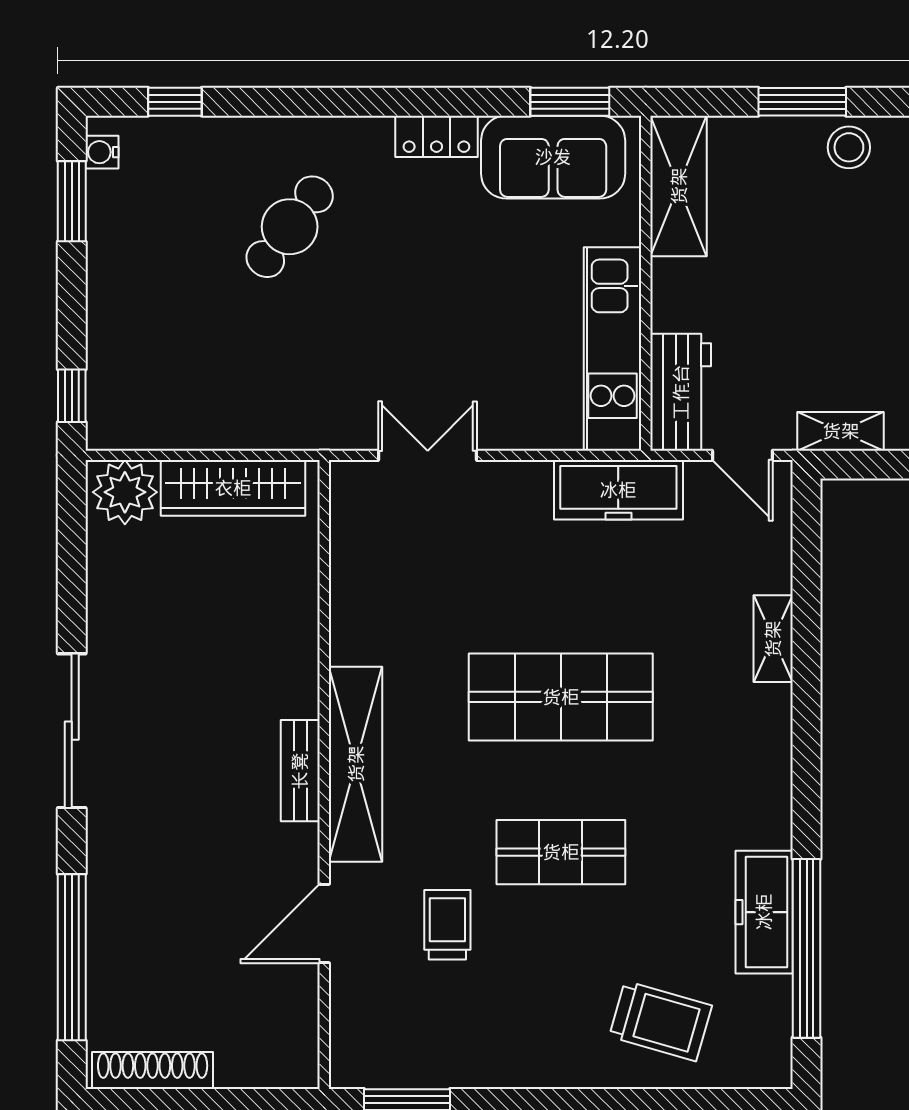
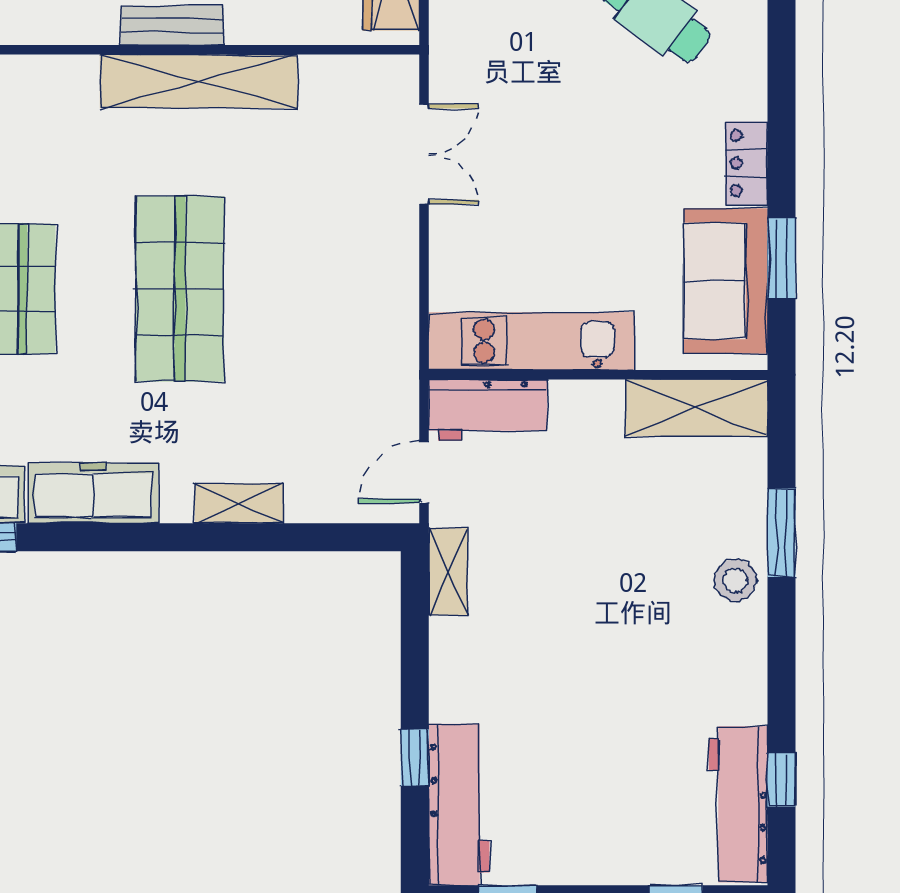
window: (570, 102) -> (781, 258), moved
freezer: (618, 490) -> (93, 493), moved, turned 90
shelving: (356, 764) -> (199, 81), moved
bench: (300, 771) -> (172, 26), moved

